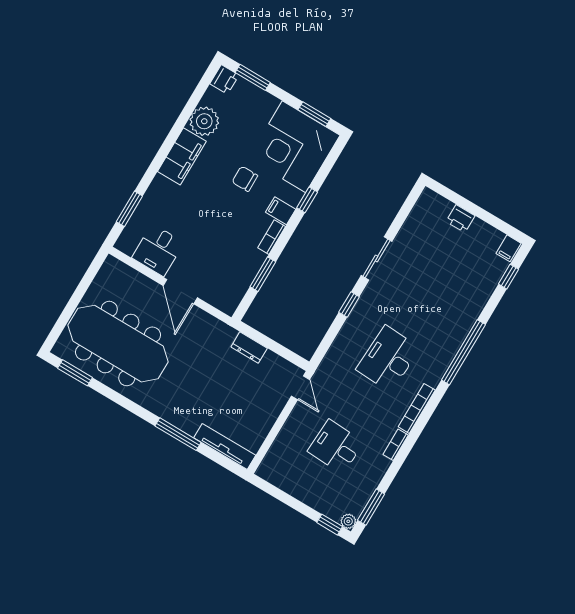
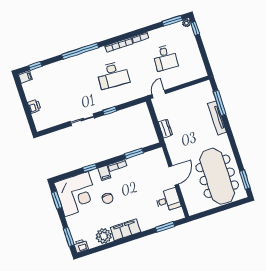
window: (178, 434) -> (220, 103), moved
tv unit: (225, 447) -> (217, 118), moved

